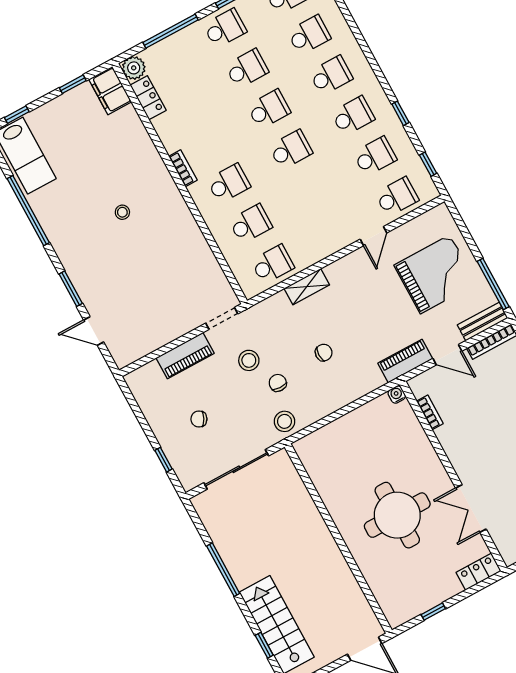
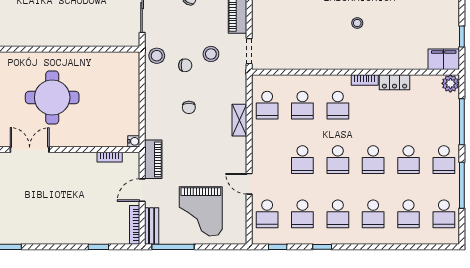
locker: (148, 98) -> (395, 82), moved
school desk: (313, 190) -> (302, 160), added

